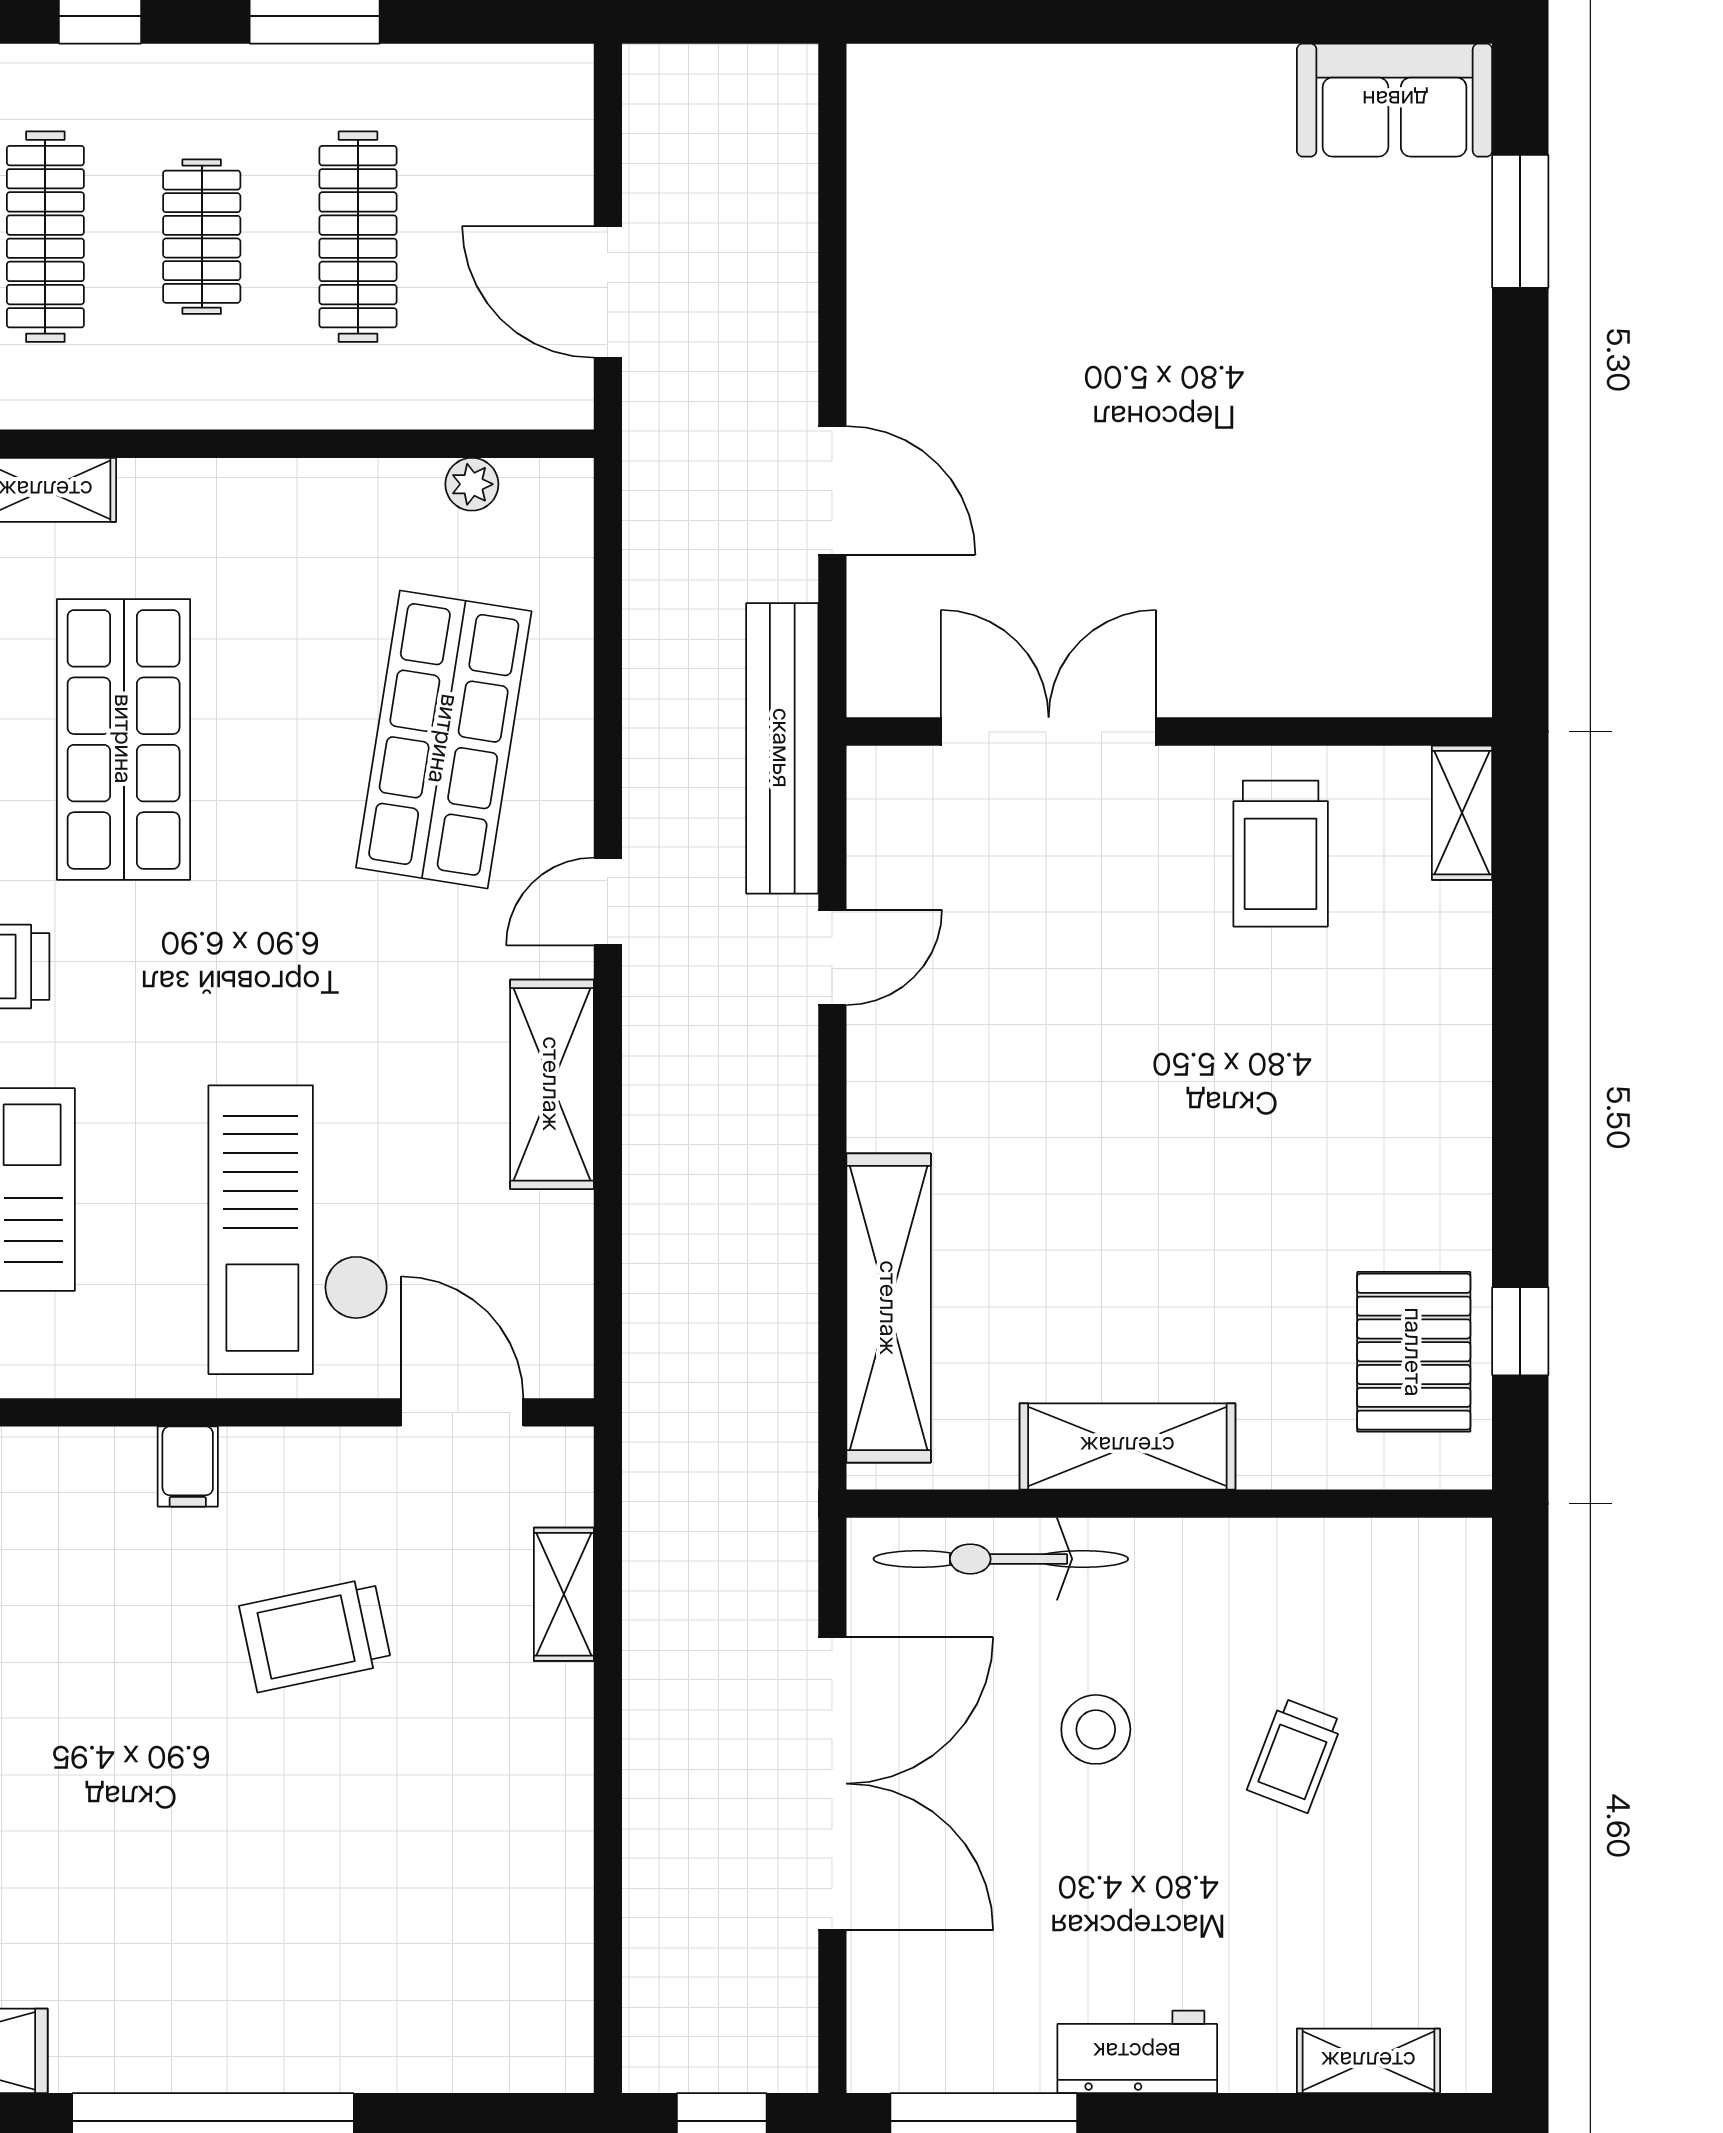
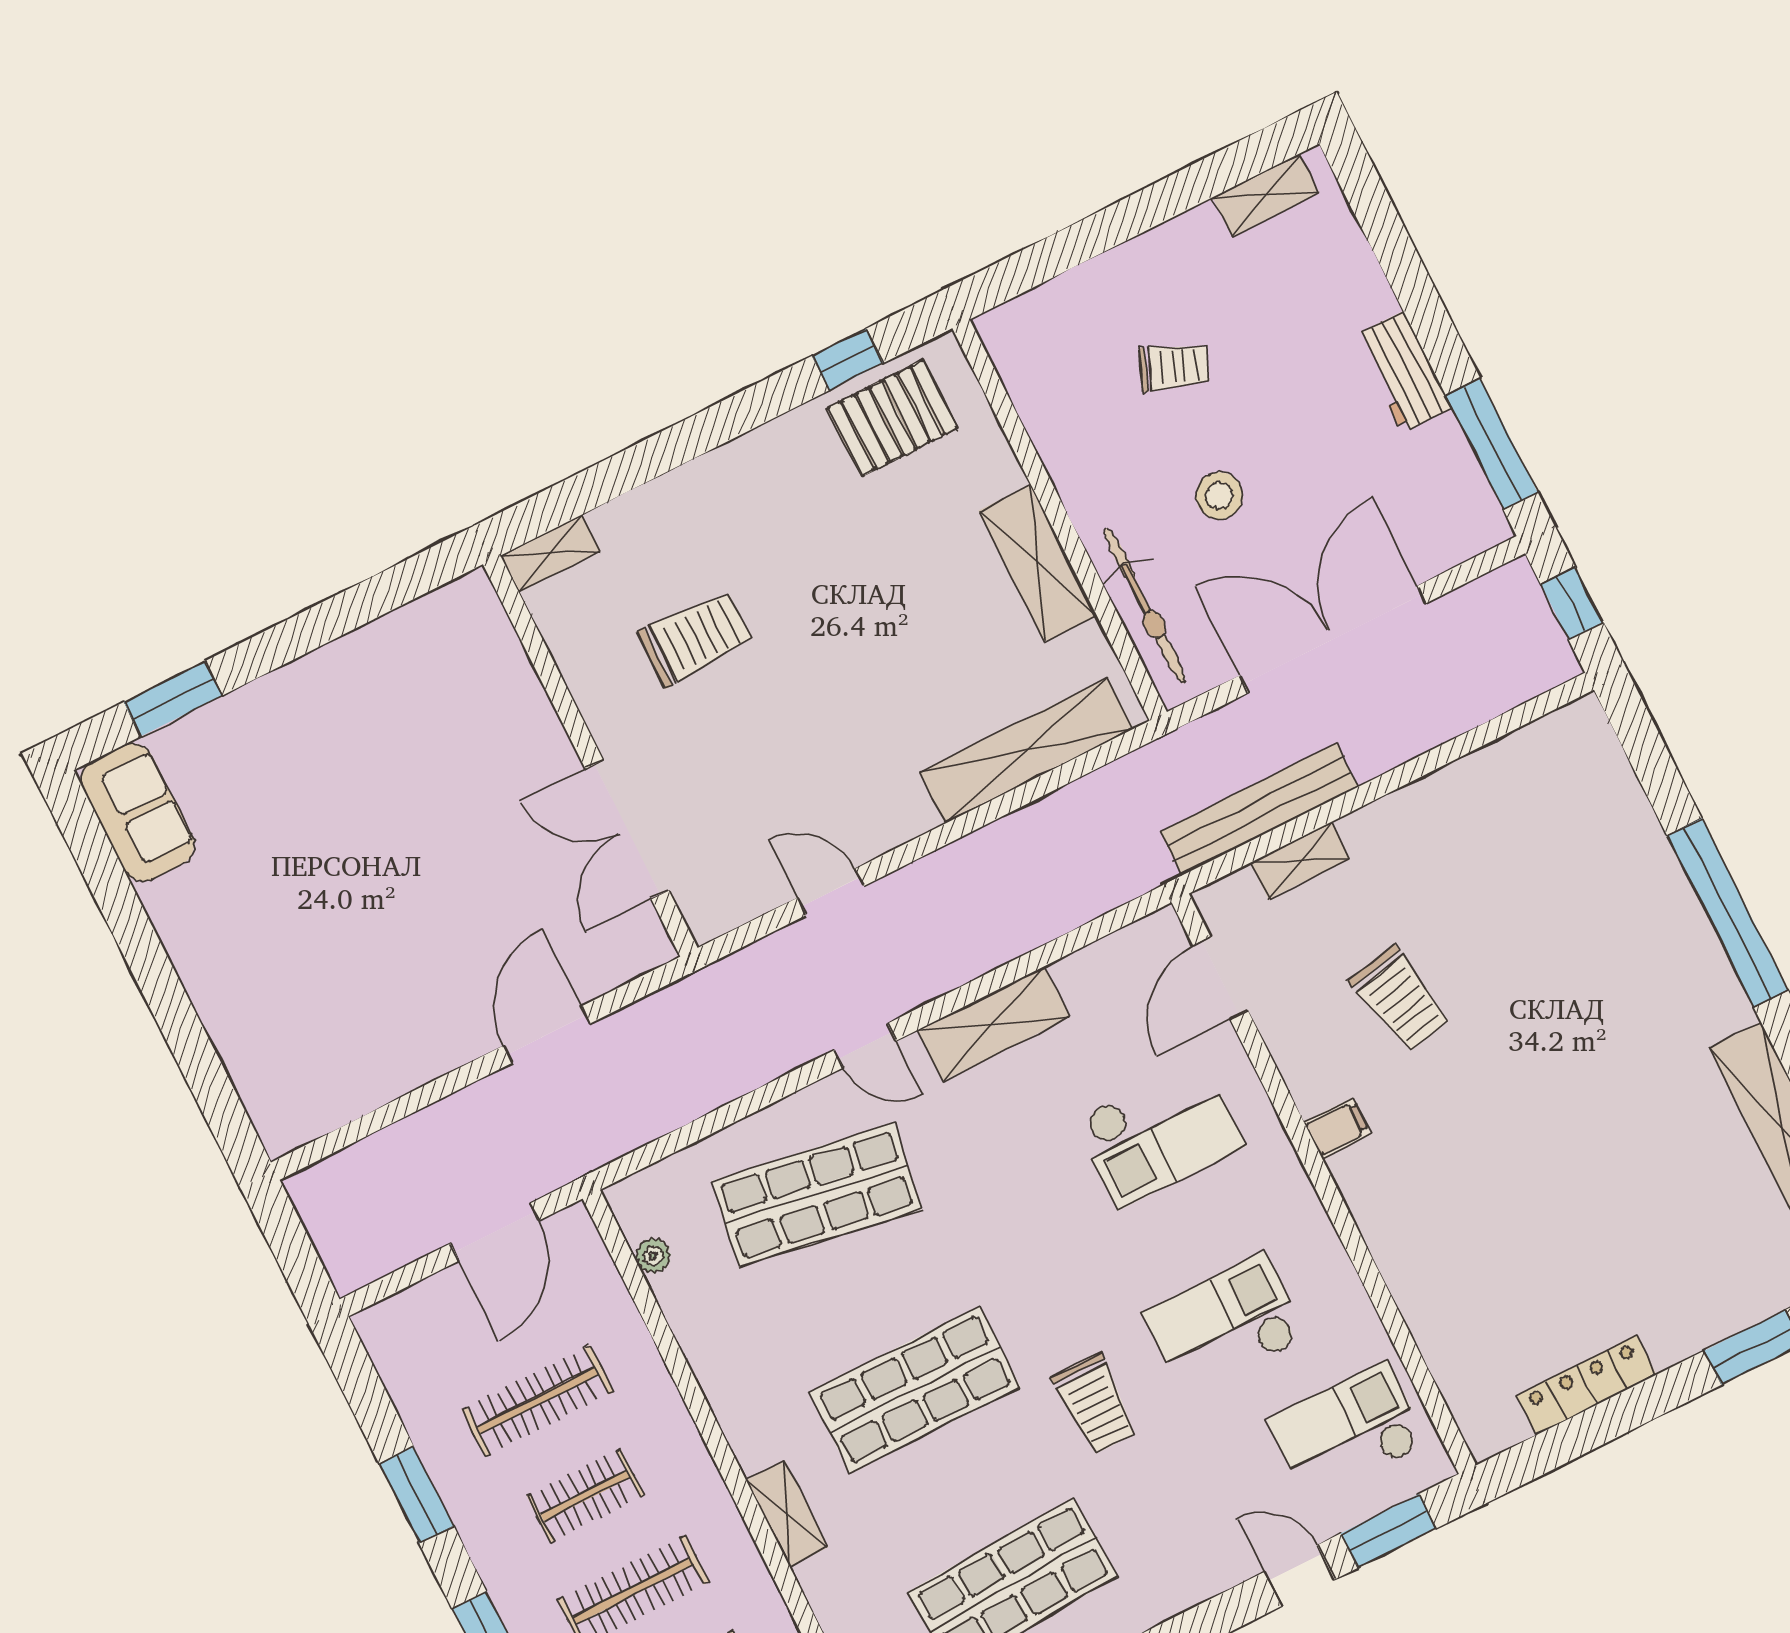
bench: (782, 748) -> (1259, 809), moved
trolley: (1281, 854) -> (695, 638), moved
checkout: (298, 1230) -> (1159, 1133), width x0.73, depth x0.83
shelving: (1368, 2061) -> (1266, 195), moved, turned 90

